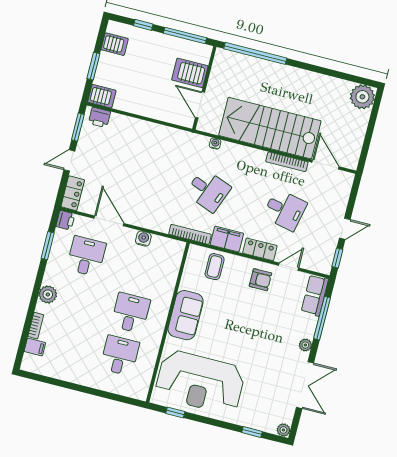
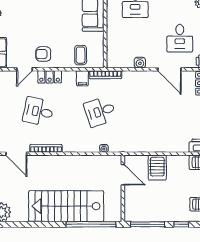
server rack: (190, 73) -> (157, 168), moved, turned 90
stairs: (270, 128) -> (66, 206), moved, turned 180
desk: (208, 190) -> (100, 112), turned -39
filing cabinet: (227, 239) -> (82, 78), width x0.50

